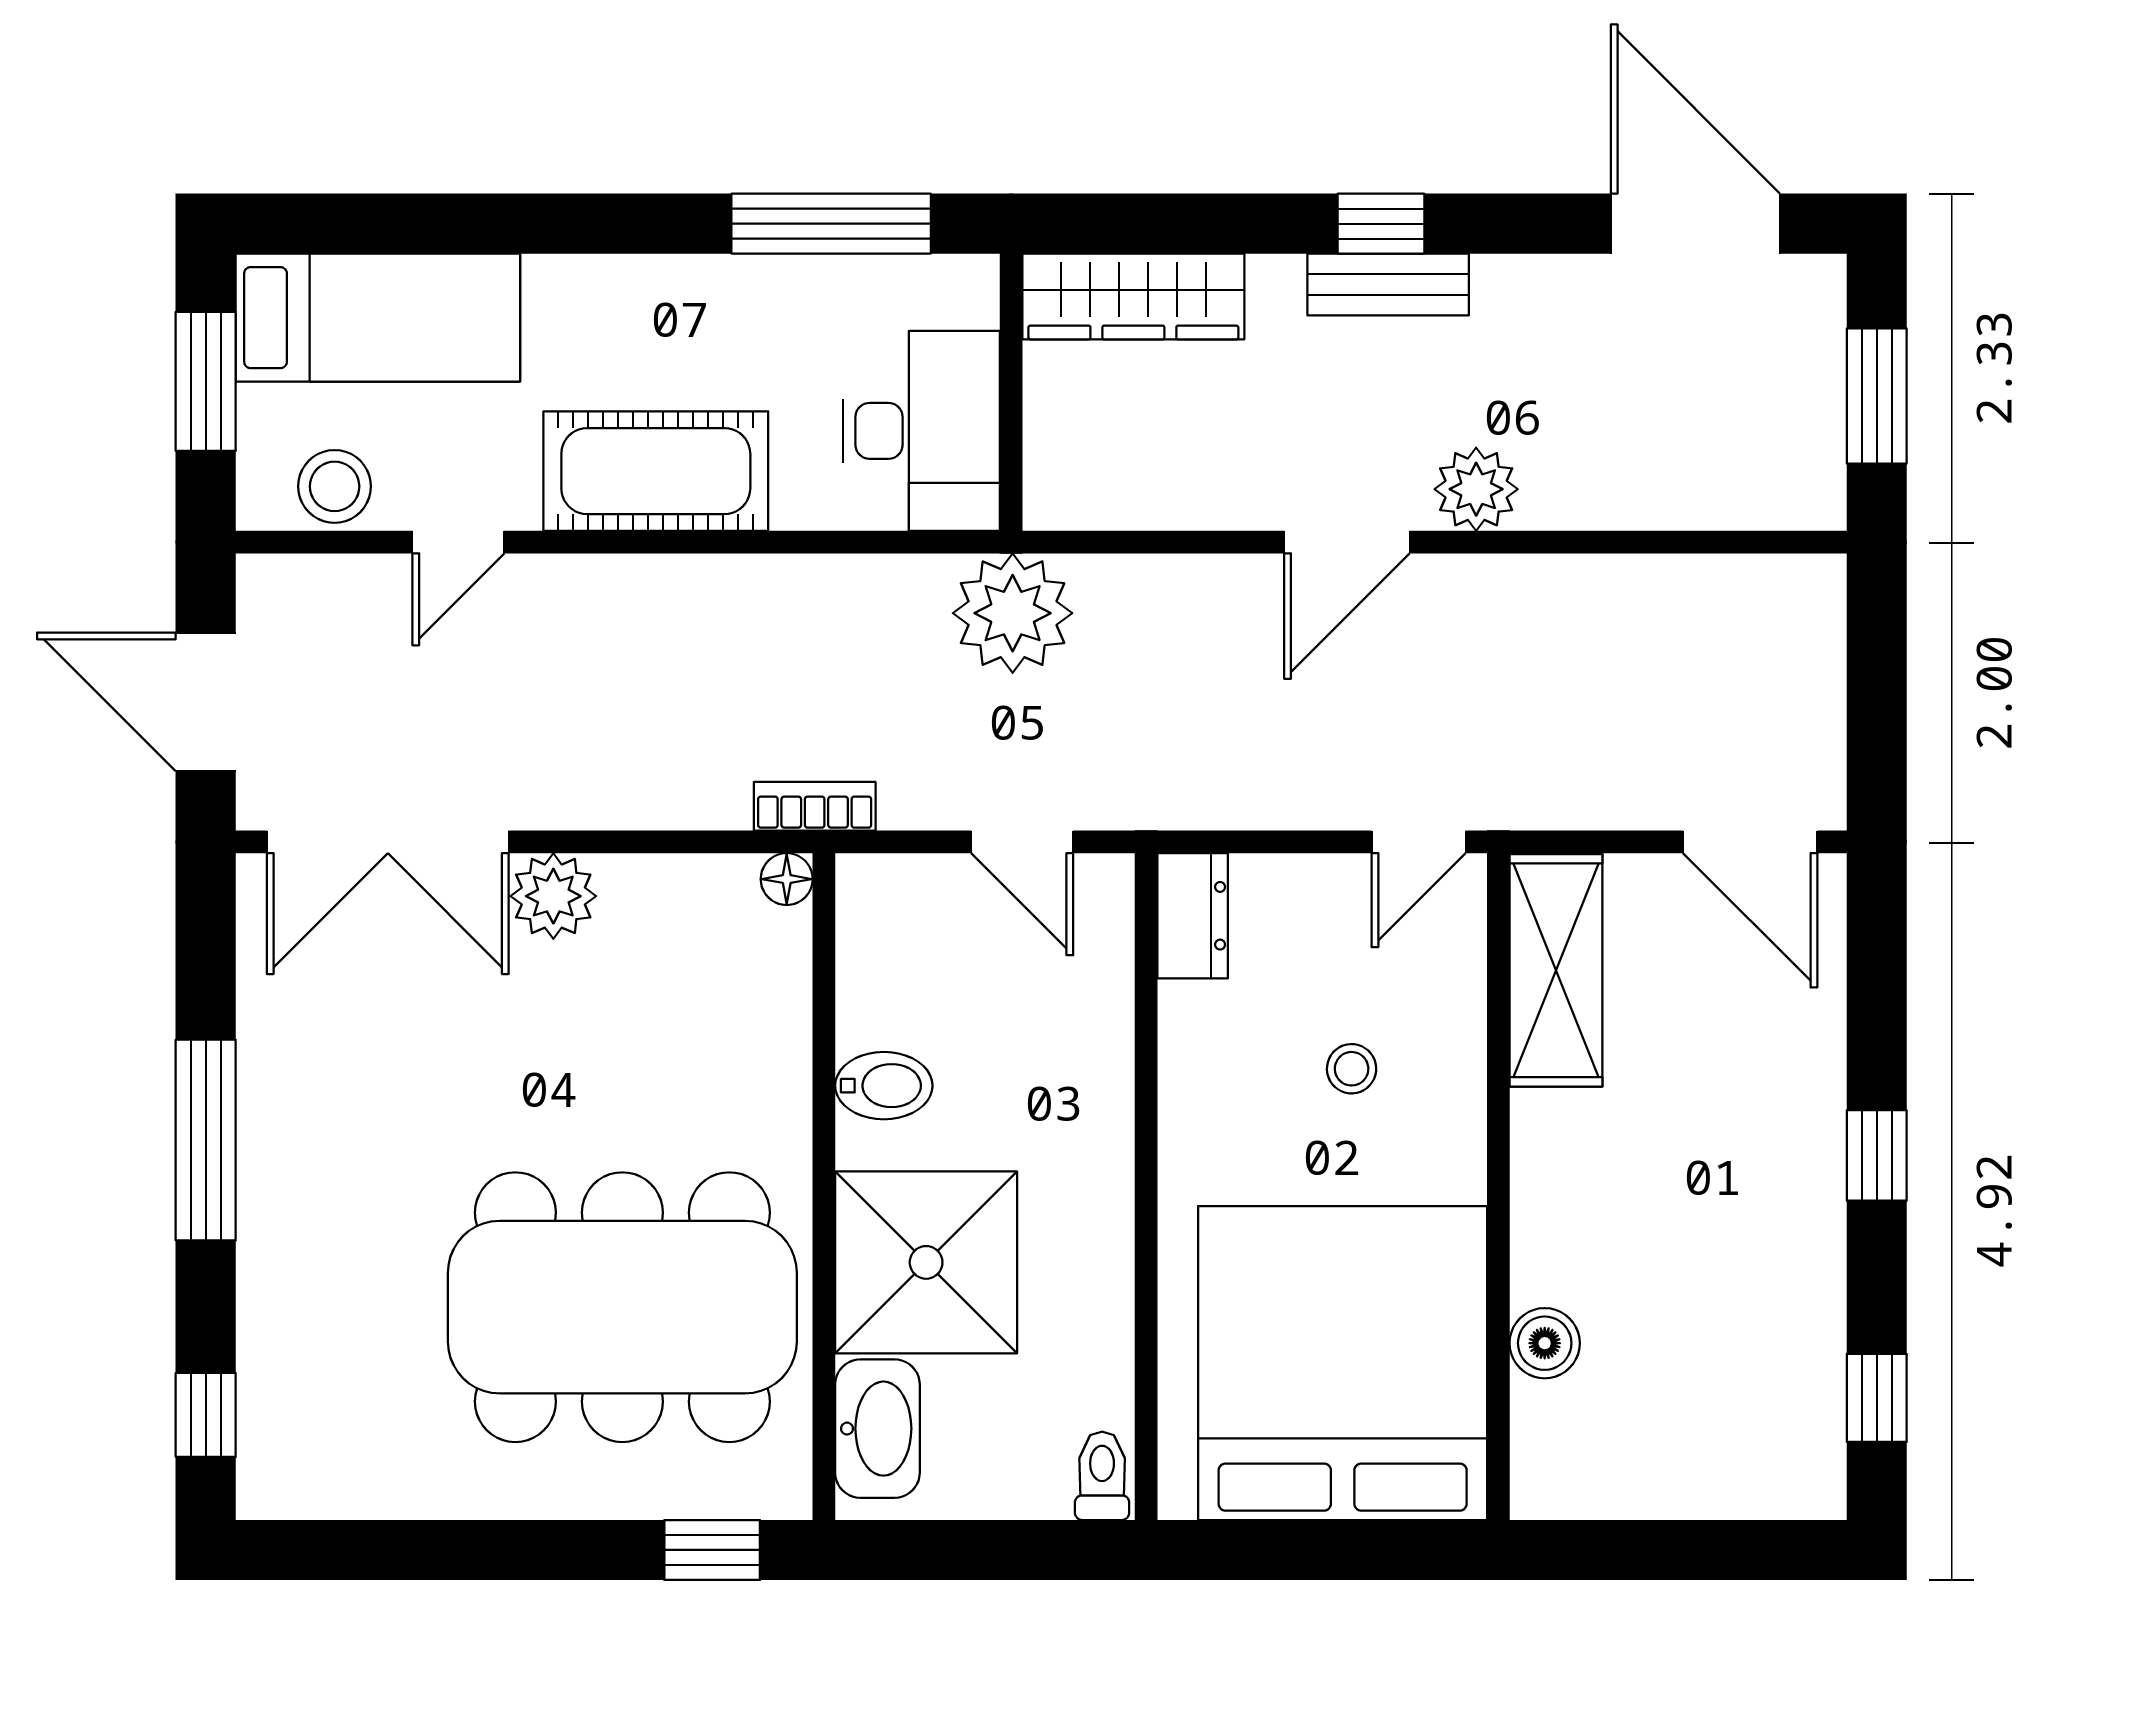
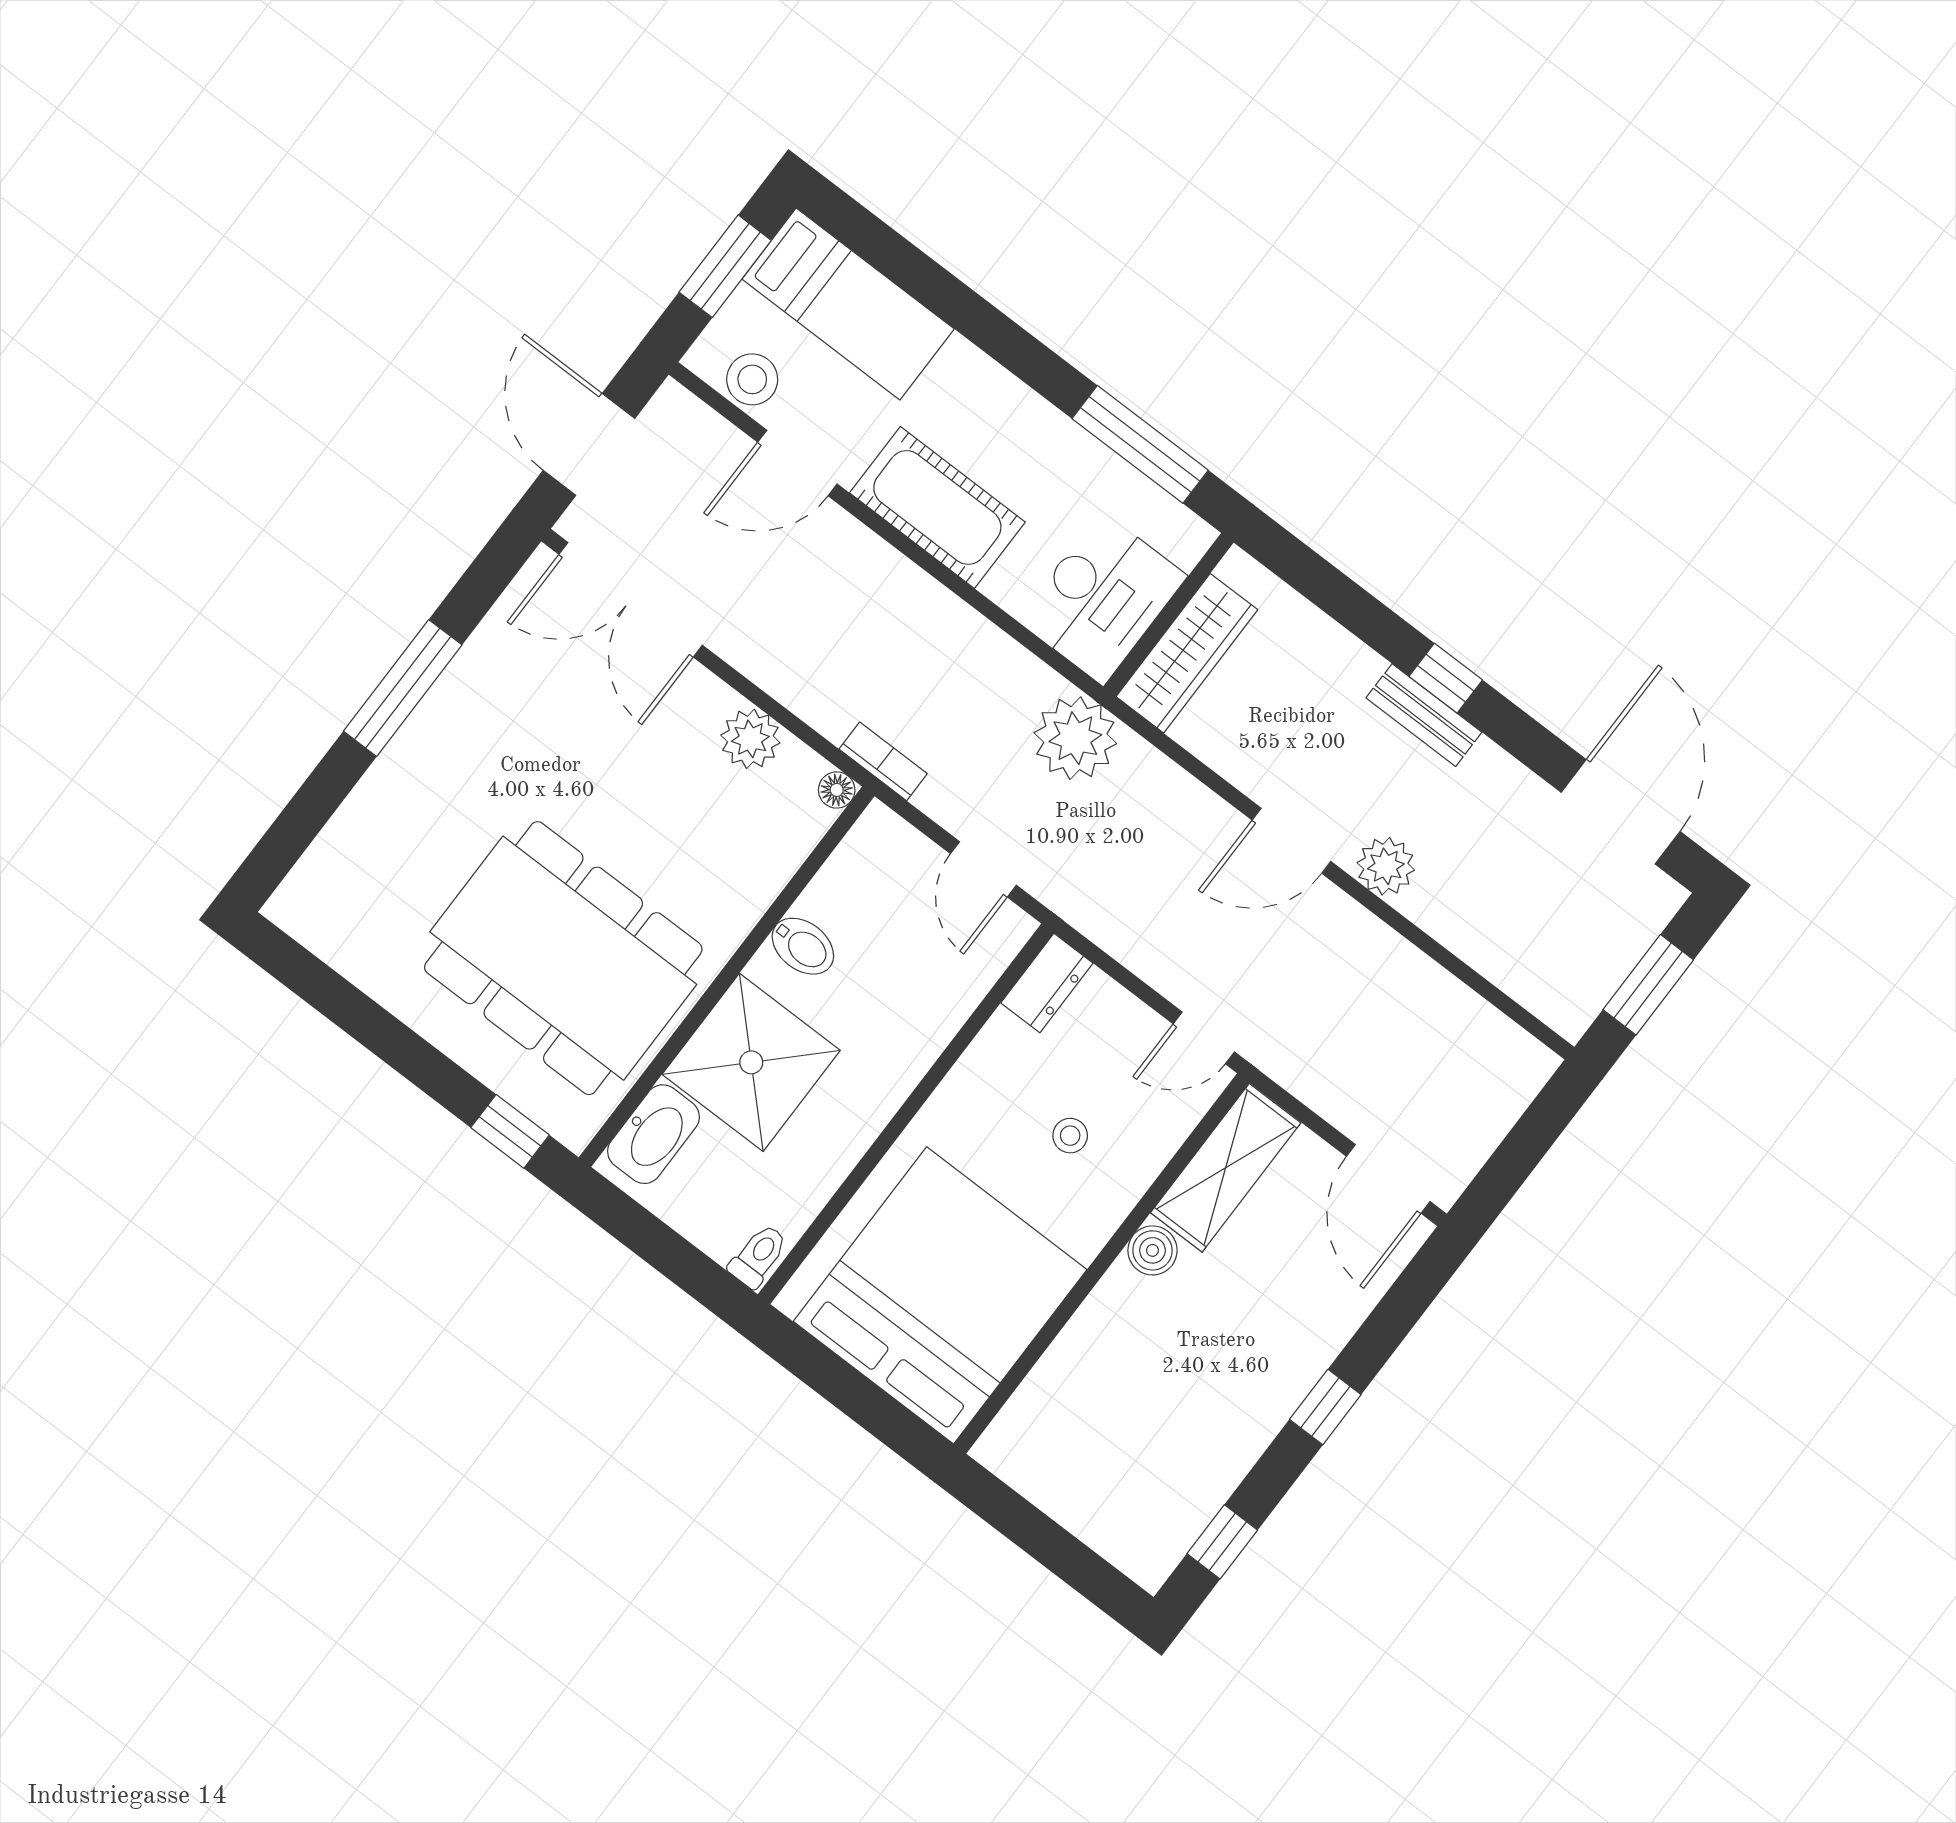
wardrobe: (1133, 296) -> (1187, 653), moved, turned -90
door: (458, 542) -> (797, 463), width x1.38
plant: (553, 896) -> (750, 739), moved
boiler: (1545, 1343) -> (1153, 1250), moved
window: (206, 1415) -> (286, 841), removed

